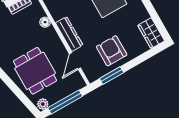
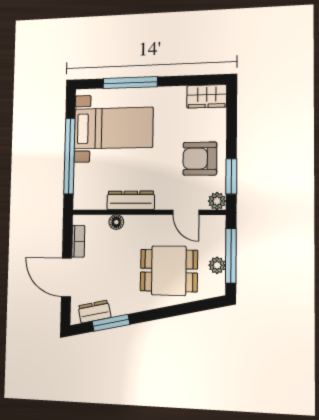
dresser: (69, 34) -> (131, 200), moved
plant: (92, 75) -> (217, 201), added
plant: (43, 104) -> (217, 265), moved

